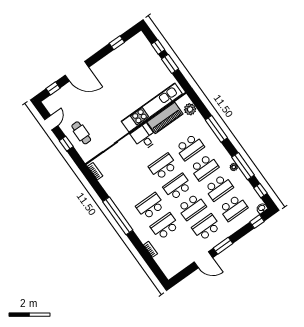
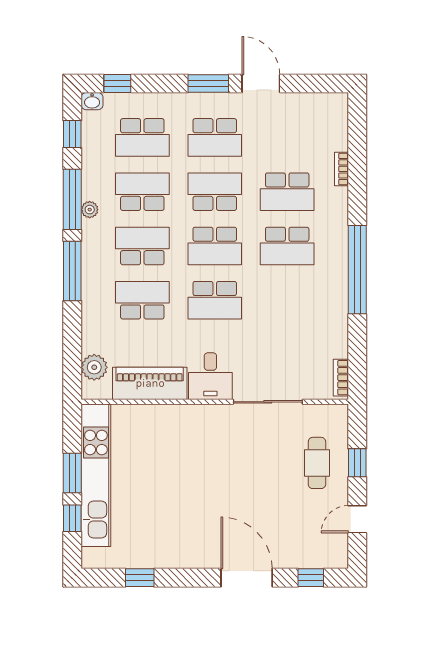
kitchen unit: (152, 108) -> (96, 475), moved, turned -90
window: (216, 129) -> (72, 271), moved
school desk: (233, 208) -> (142, 137), turned 180

